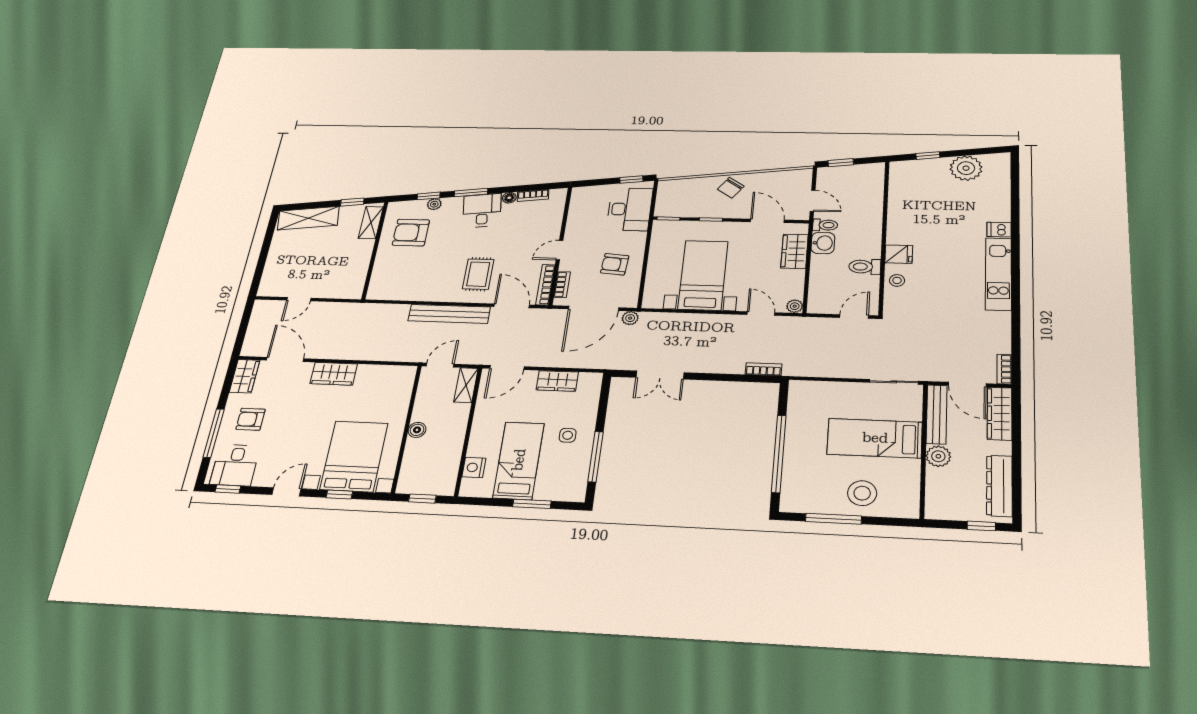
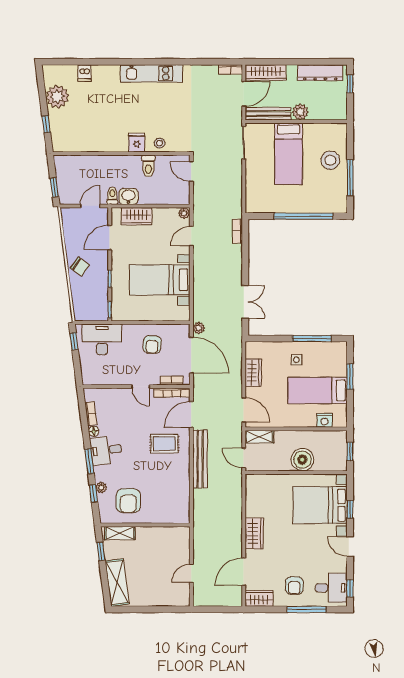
dishwasher: (999, 230) -> (85, 73), moved
door: (299, 299) -> (191, 573), swing flipped
boiler: (417, 430) -> (302, 460), width x1.86, depth x1.86

